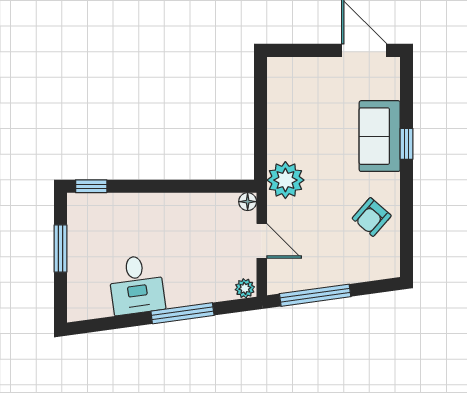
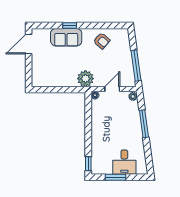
desk: (137, 285) -> (124, 162), moved, turned 98

